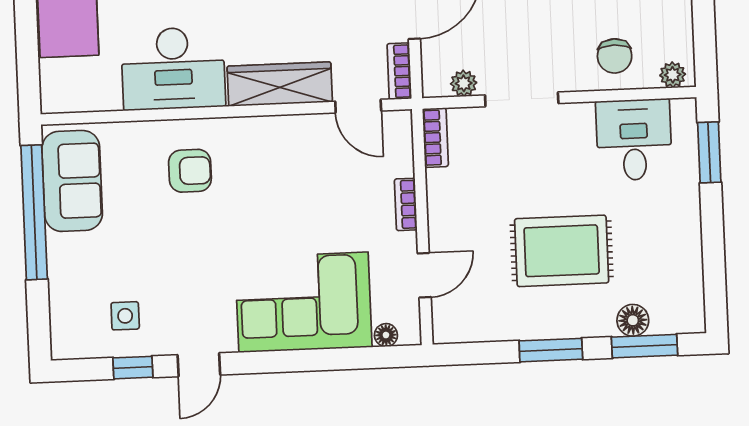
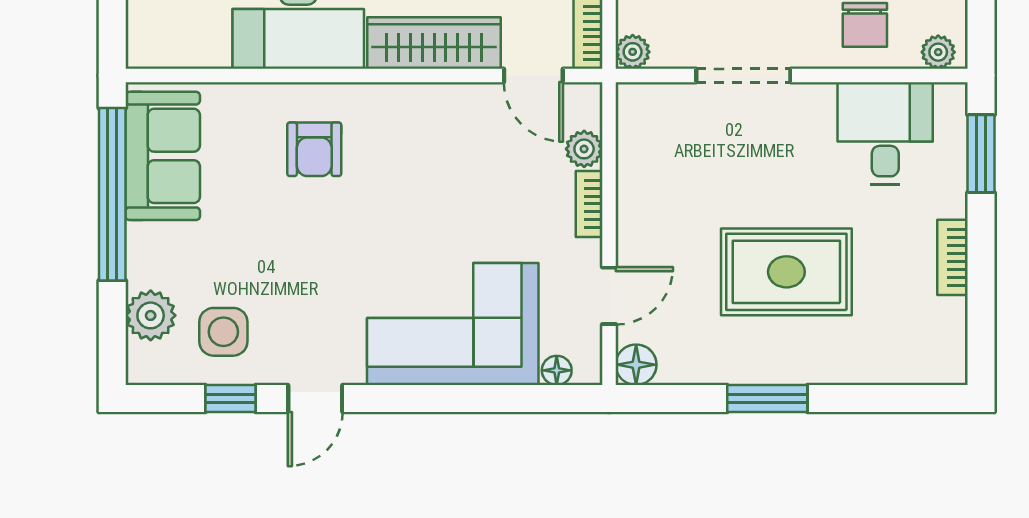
plant: (464, 83) -> (633, 52), moved
bookcase: (435, 138) -> (953, 257), moved, turned 180
plant: (400, 162) -> (584, 149), added
armchair: (190, 171) -> (314, 149), turned 90
plant: (68, 306) -> (151, 315), added
side table: (125, 316) -> (223, 332), width x1.37, depth x1.37
floor lamp: (633, 320) -> (636, 365), moved
window: (644, 346) -> (888, 398), removed

